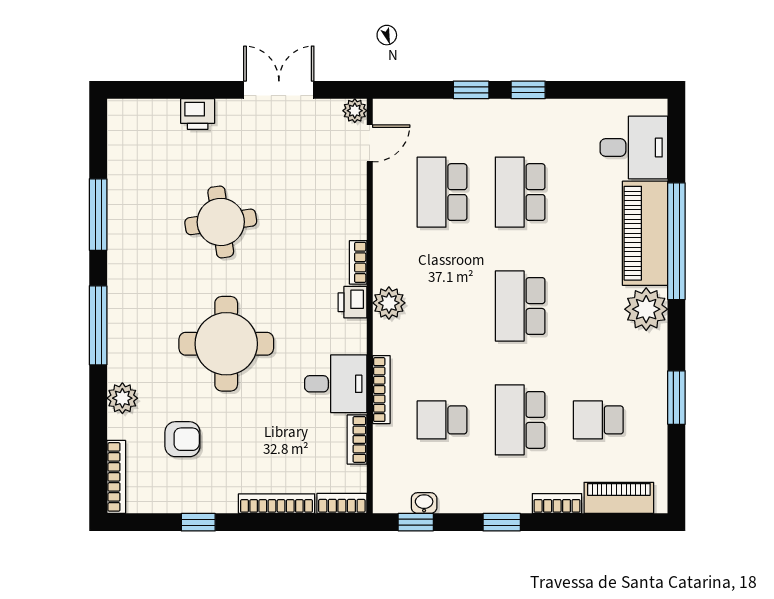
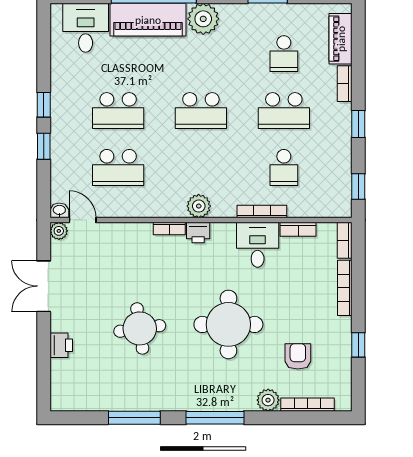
bookcase: (116, 477) -> (307, 405), moved
washbasin: (424, 503) -> (59, 210), moved, turned 90

